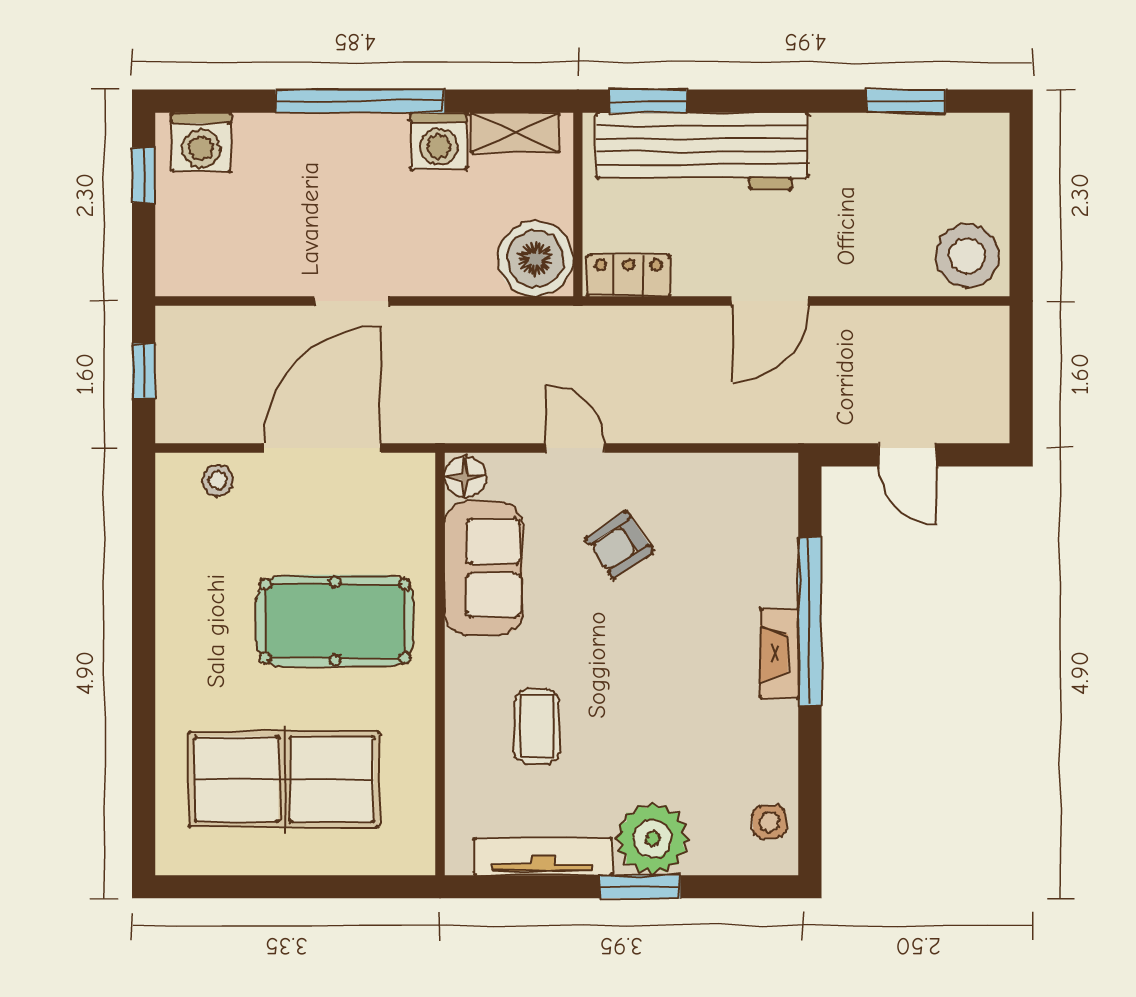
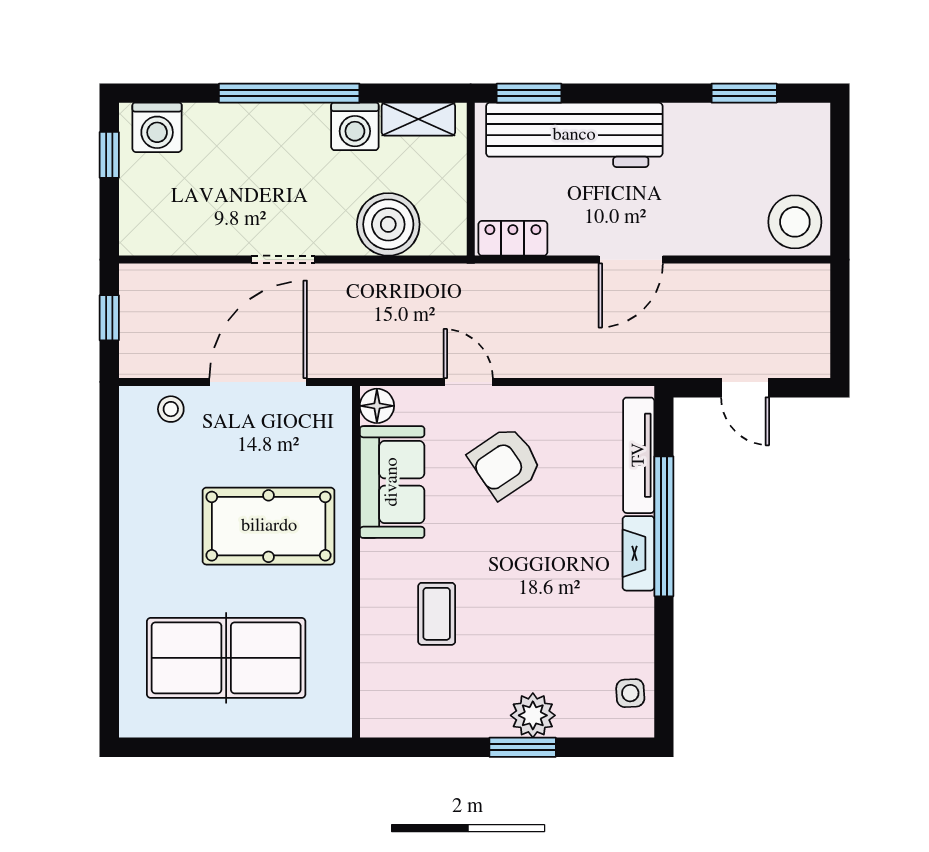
boiler: (536, 259) -> (388, 224), moved
armchair: (619, 545) -> (505, 463), width x1.38, depth x1.38
plant: (652, 839) -> (533, 715), width x0.73, depth x0.73
tv unit: (543, 856) -> (639, 455), moved, turned -90

